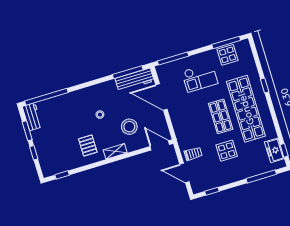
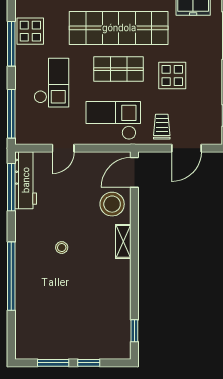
window: (226, 42) -> (11, 44), moved
window: (46, 97) -> (11, 276), moved
door: (161, 97) -> (63, 148), width x0.53
workbench: (32, 117) -> (35, 349), removed
checkout: (188, 123) -> (113, 121), added
stool: (129, 127) -> (112, 204), moved
pallet: (88, 145) -> (102, 279), removed

